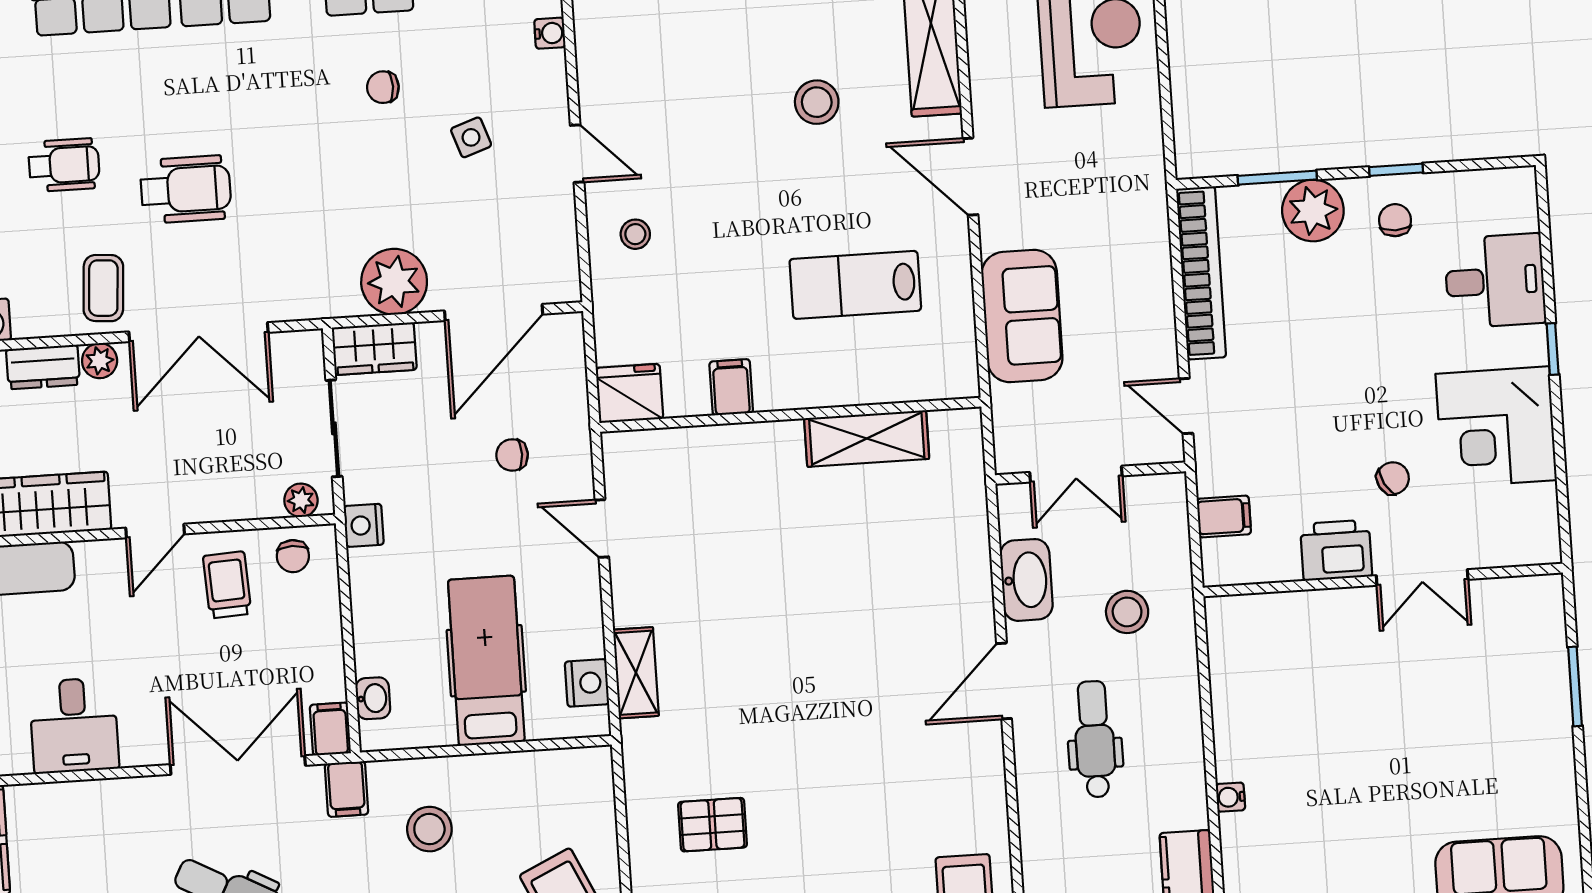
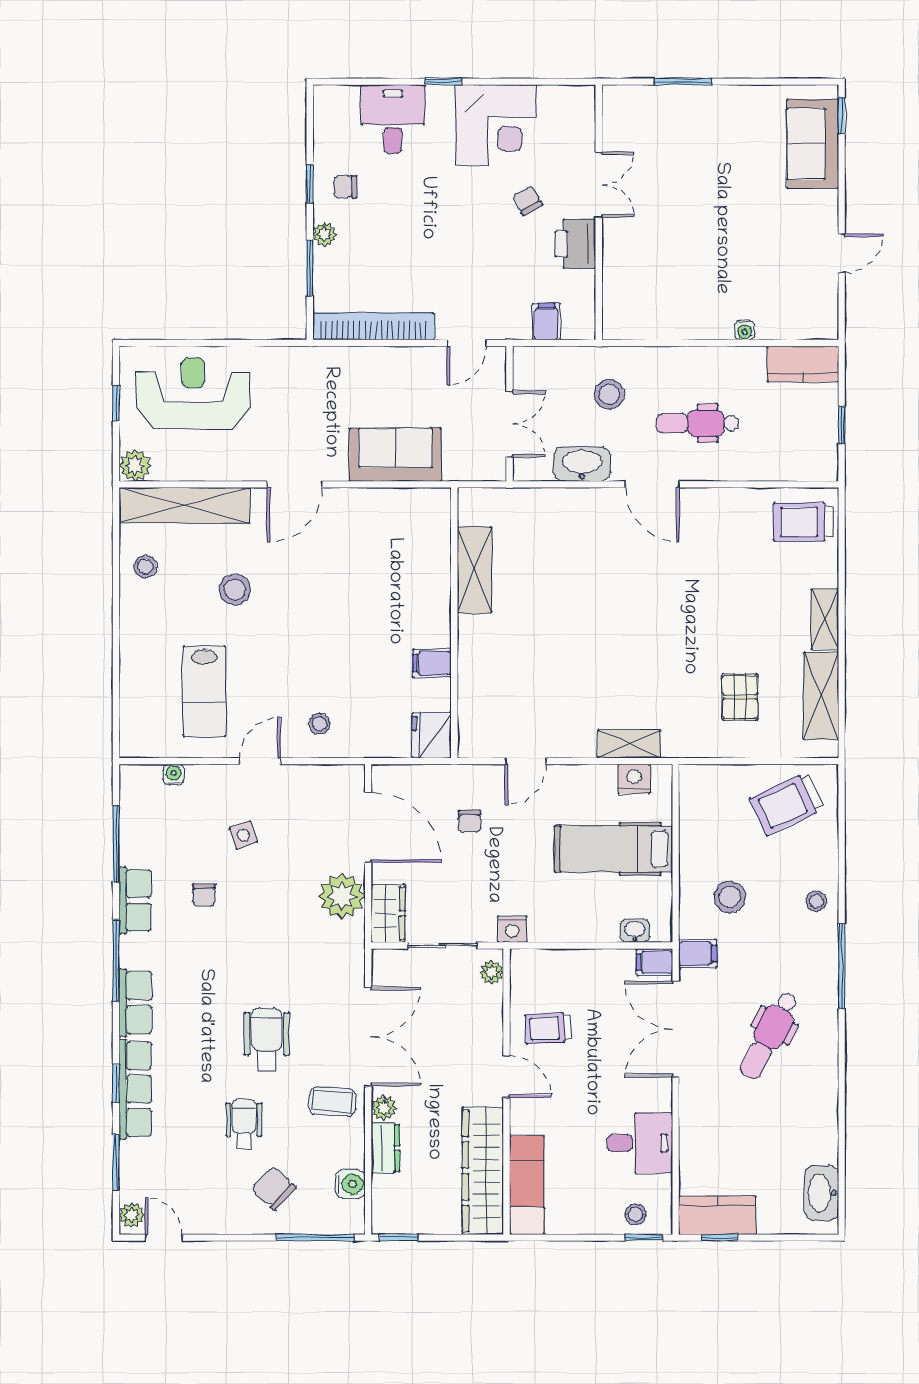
plant: (1313, 211) -> (324, 234), width x0.53, depth x0.53
lab bench: (855, 285) -> (204, 691), moved
chair: (293, 556) -> (531, 981), removed

